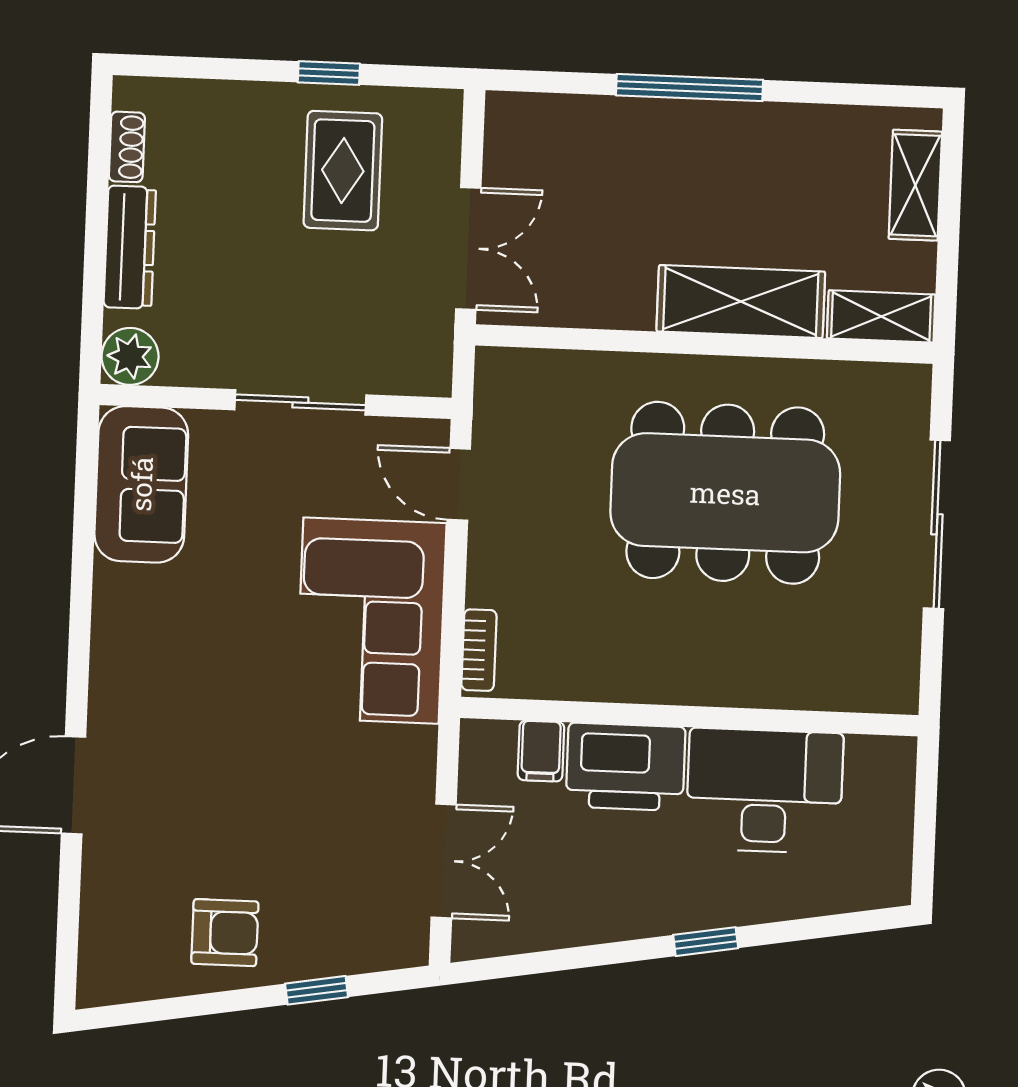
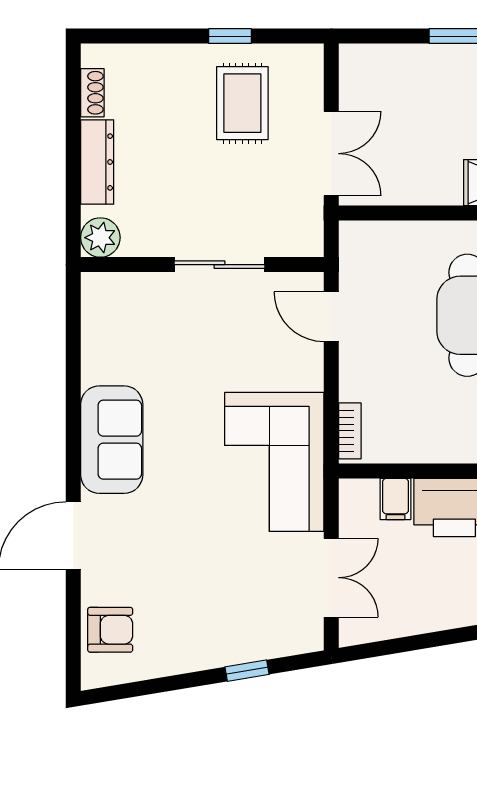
sofa: (141, 484) -> (112, 440), moved
corner sofa: (371, 621) -> (274, 462), moved
armchair: (225, 933) -> (110, 630), moved

